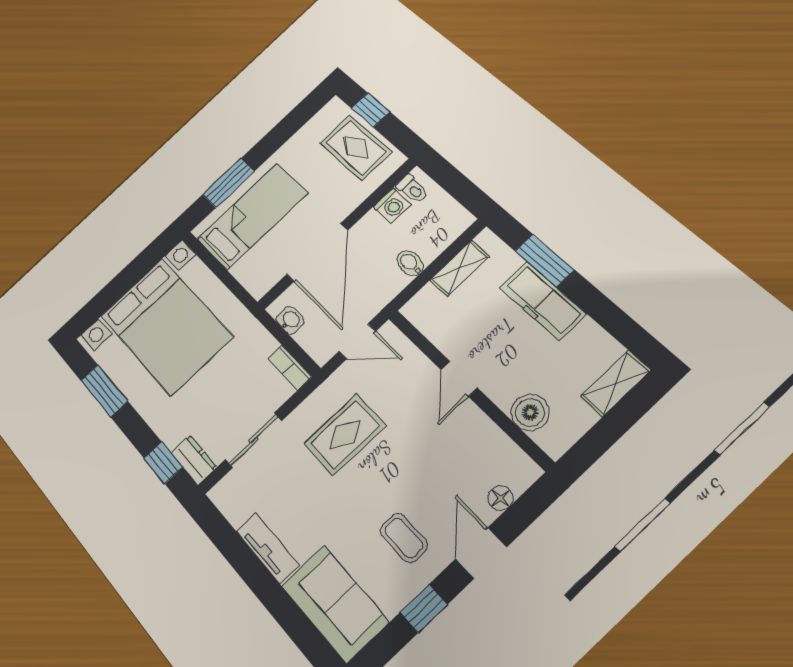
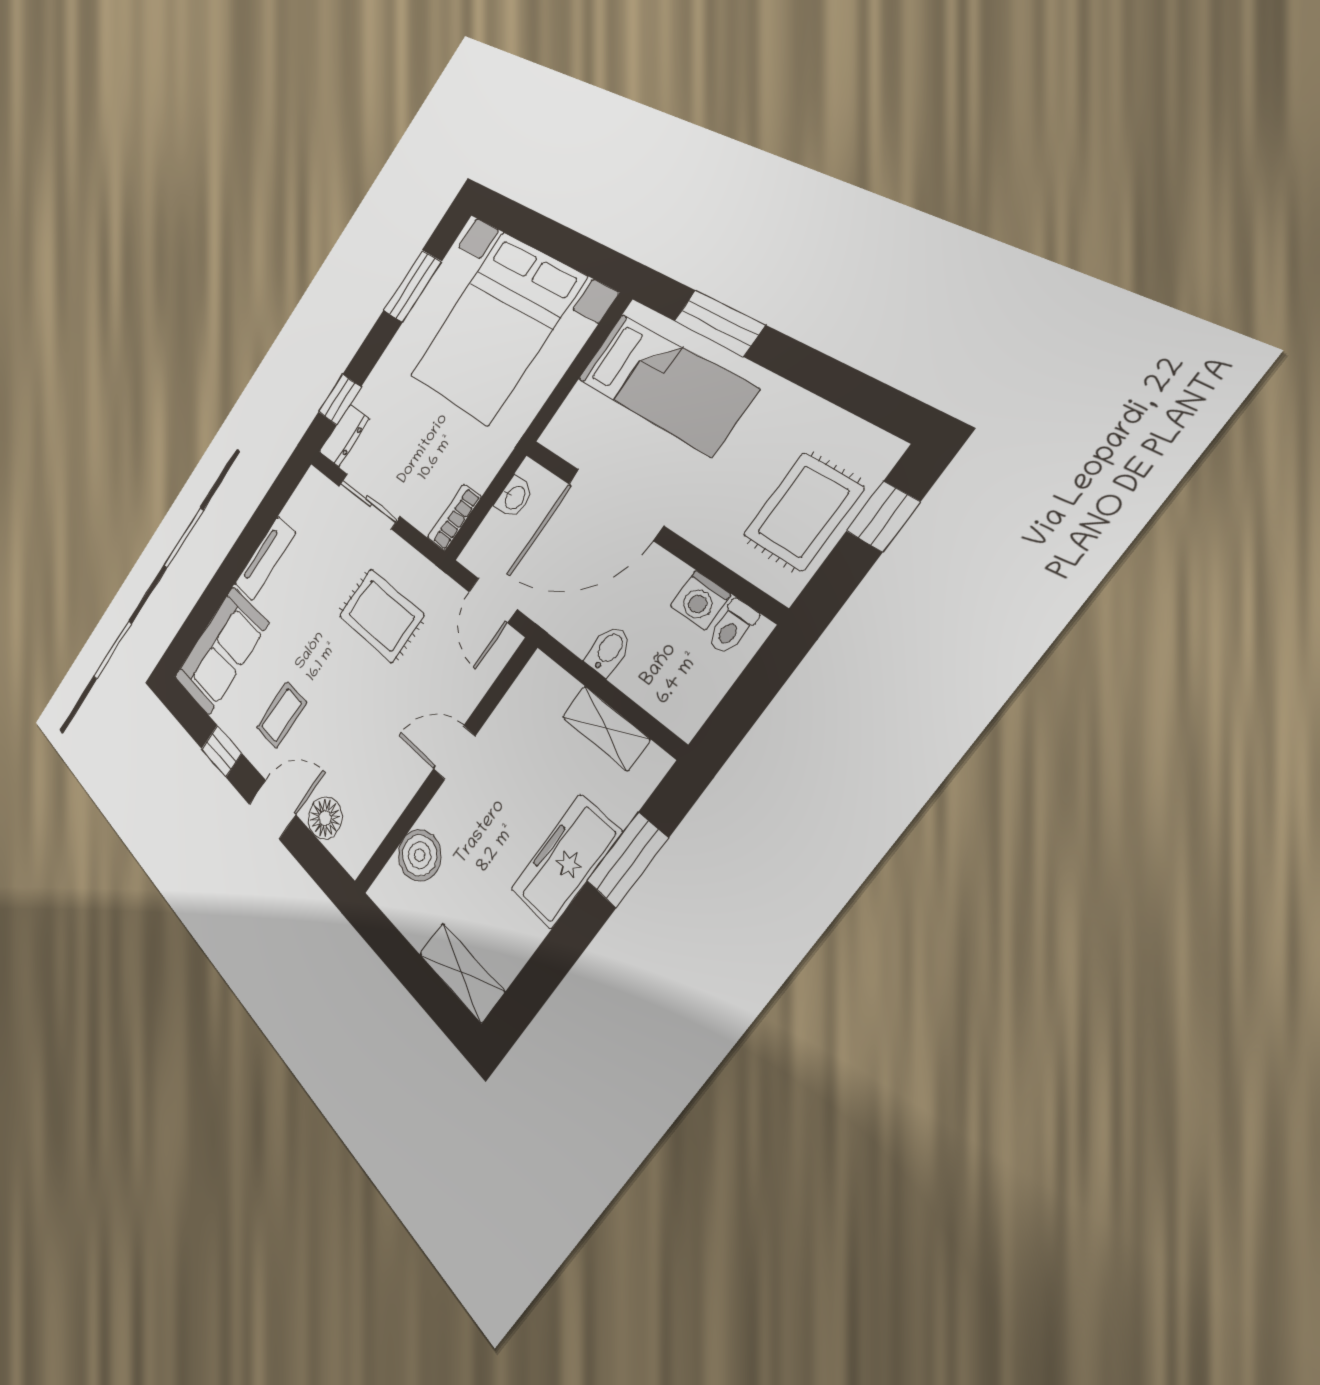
floor lamp: (500, 498) -> (325, 818), width x1.37, depth x1.37

